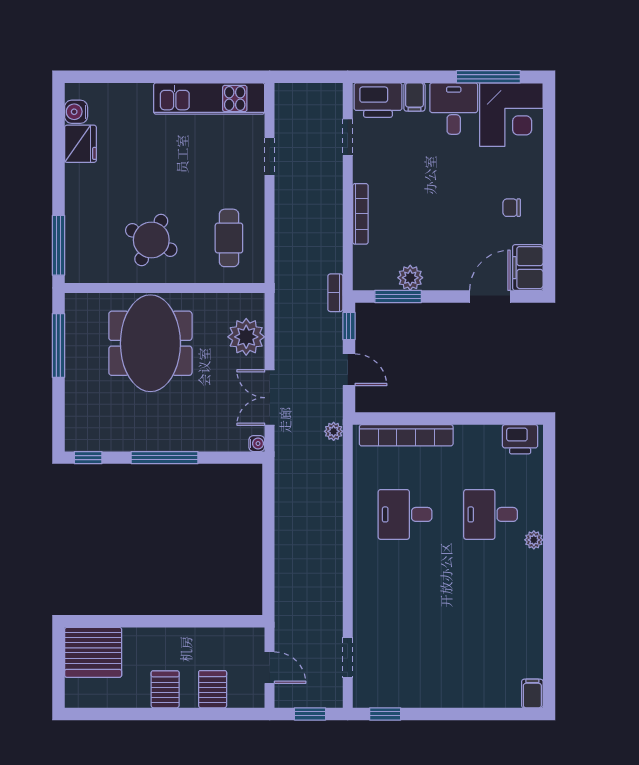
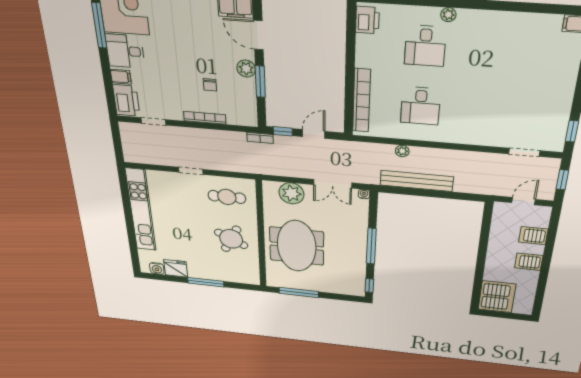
kitchen unit: (209, 98) -> (141, 210), width x1.36
doorway: (270, 156) -> (191, 171), moved
chair: (512, 208) -> (210, 85), moved
window: (58, 245) -> (206, 282), moved
plant: (410, 278) -> (246, 69), moved
window: (398, 296) -> (260, 82), moved
meeting table: (150, 343) -> (297, 246), turned 90
plant: (334, 431) -> (402, 151), moved
bench: (287, 517) -> (417, 181), added

